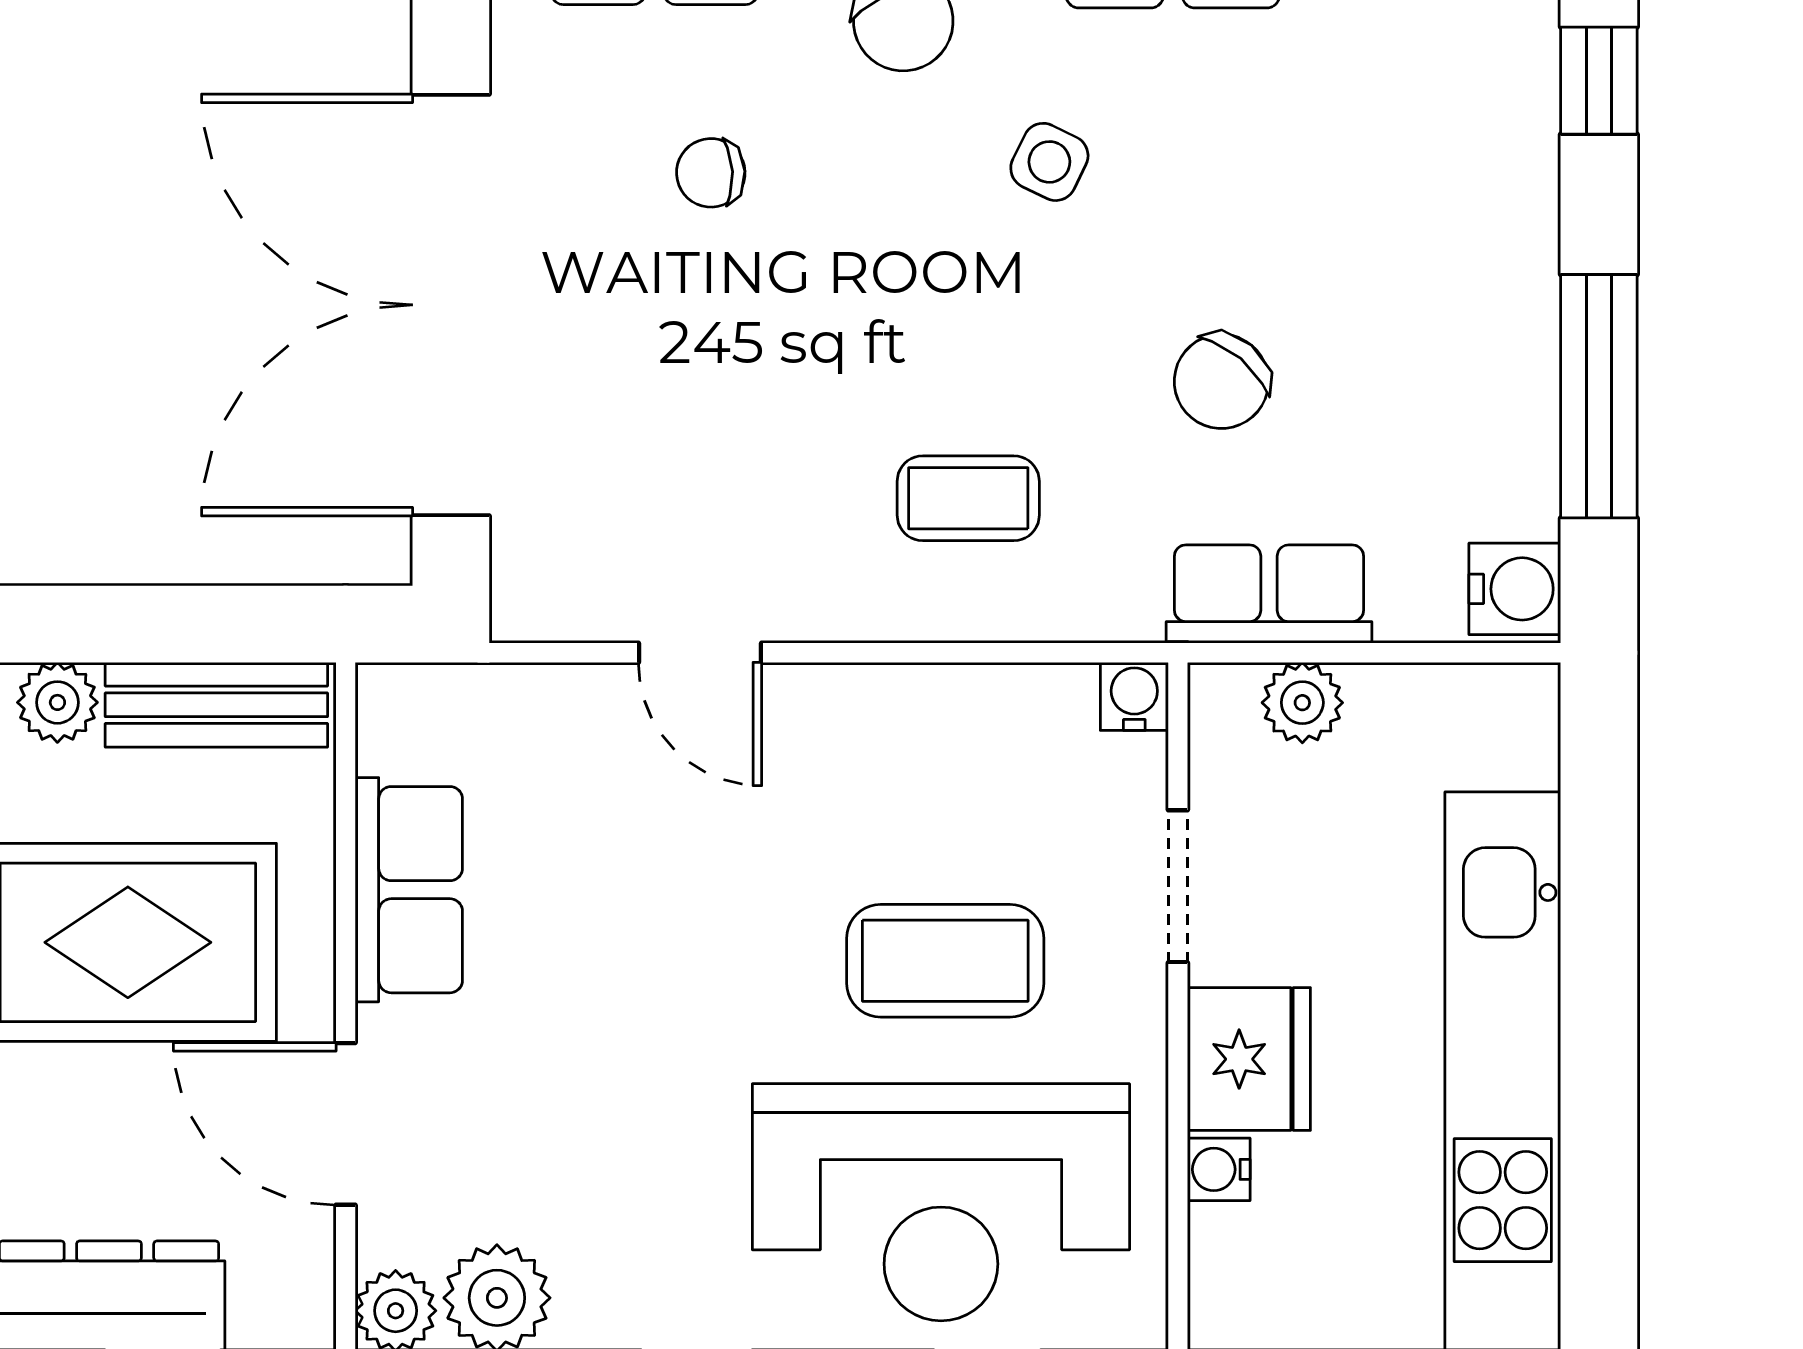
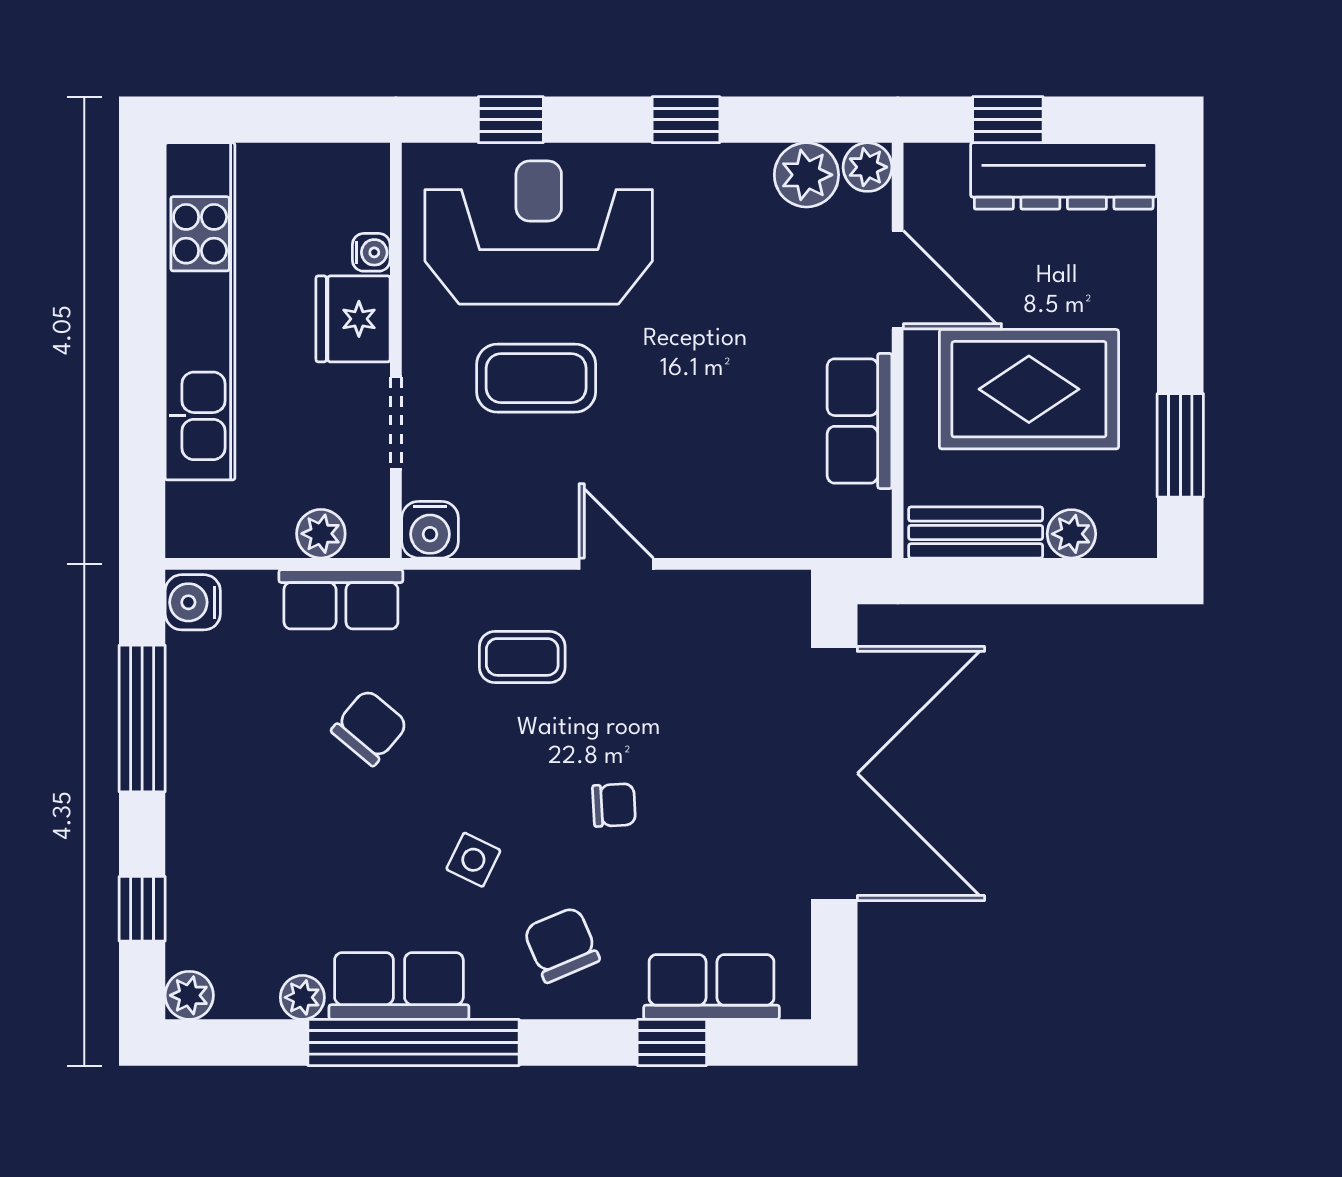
chair: (711, 173) -> (614, 805), moved
door: (700, 653) -> (616, 564), moved
water cooler: (1134, 696) -> (430, 530), width x1.38, depth x1.38

